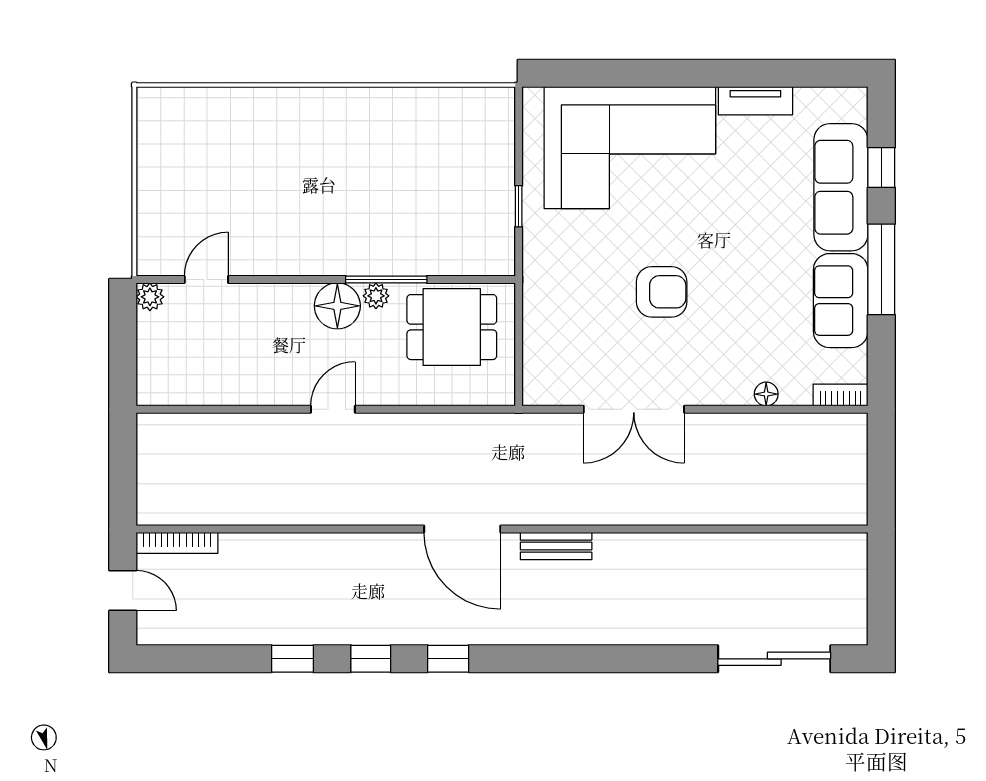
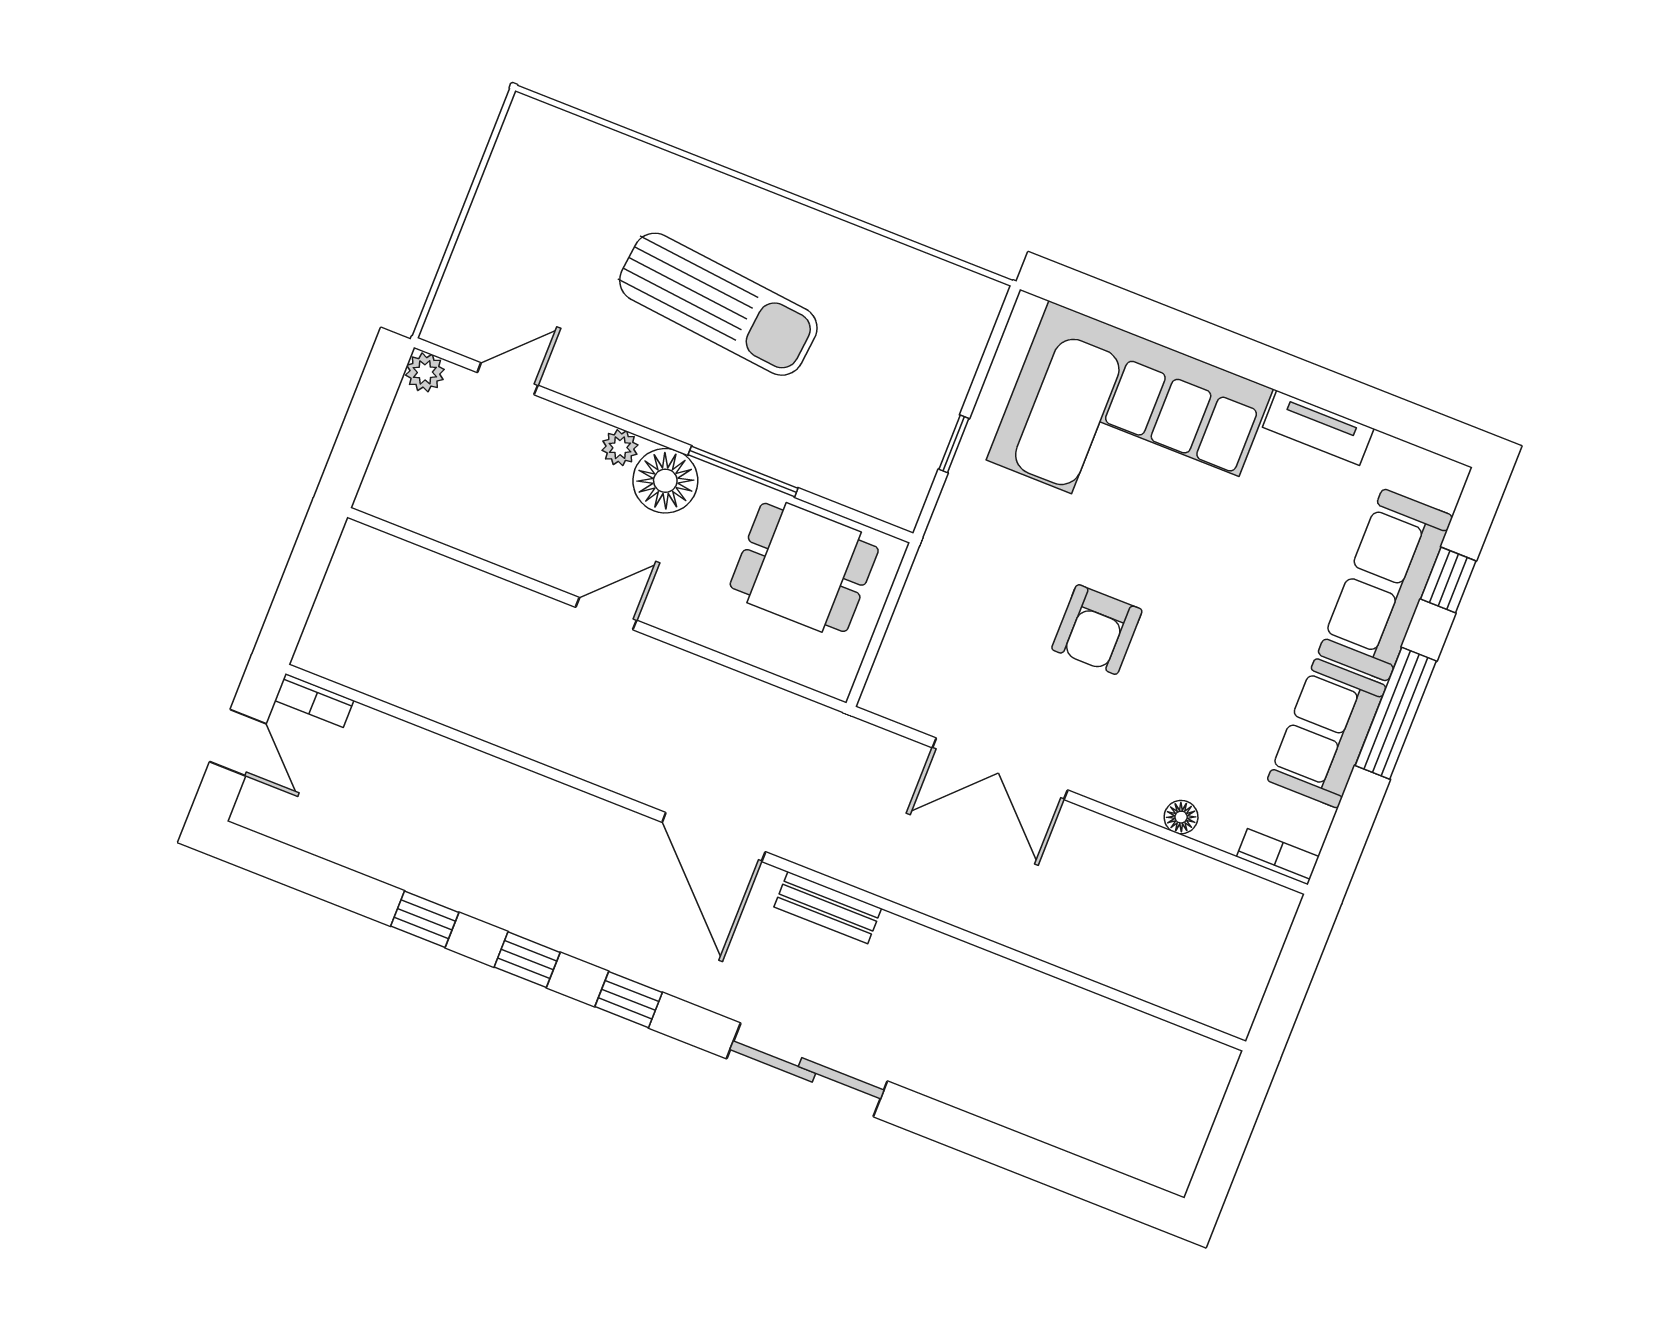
sun lounger: (326, 175) -> (718, 304), added
armchair: (662, 292) -> (1097, 630), turned 90
plant: (376, 296) -> (620, 448), moved
bookcase: (177, 543) -> (314, 701), width x0.64
sliding door: (774, 659) -> (807, 1070), moved

